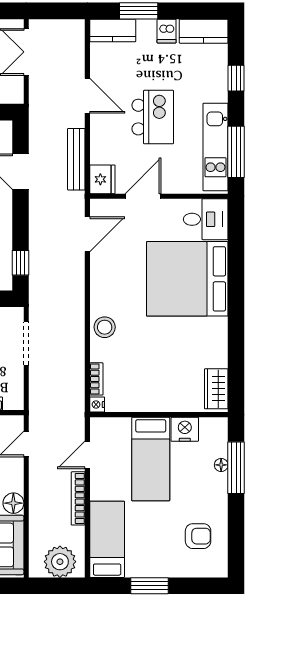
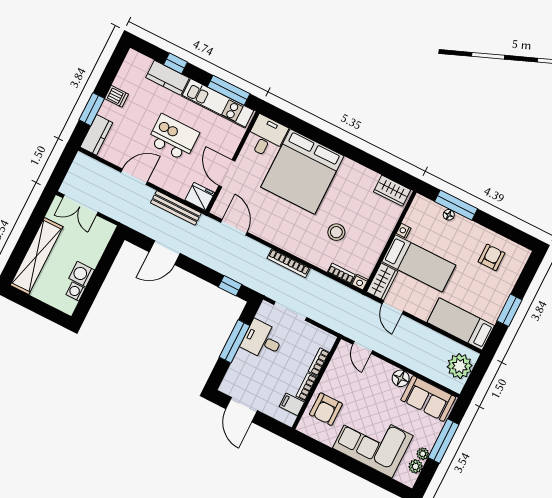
kitchen counter: (204, 31) -> (167, 78), moved, turned 90
stool: (105, 327) -> (336, 232), moved
wardrobe: (110, 429) -> (382, 282), added
nightstand: (185, 429) -> (404, 231), width x0.53, depth x0.56
bookcase: (78, 498) -> (289, 263), moved

